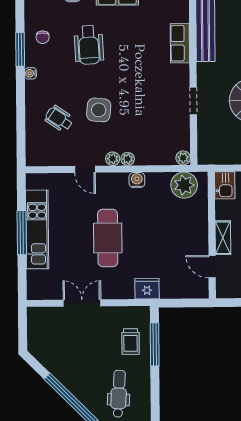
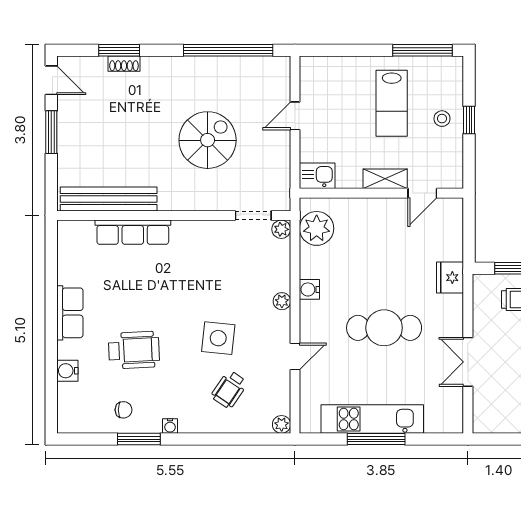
row of seats: (180, 43) -> (133, 232), width x1.48
doorway: (193, 101) -> (253, 215), moved
plant: (113, 159) -> (282, 424), moved

